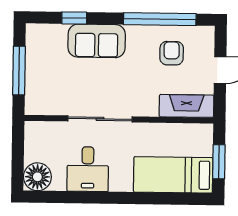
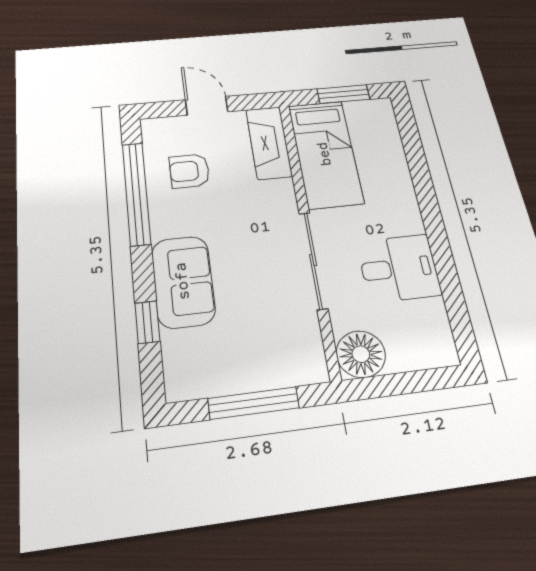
bed: (173, 175) -> (325, 154), moved
floor lamp: (37, 177) -> (361, 354), moved

